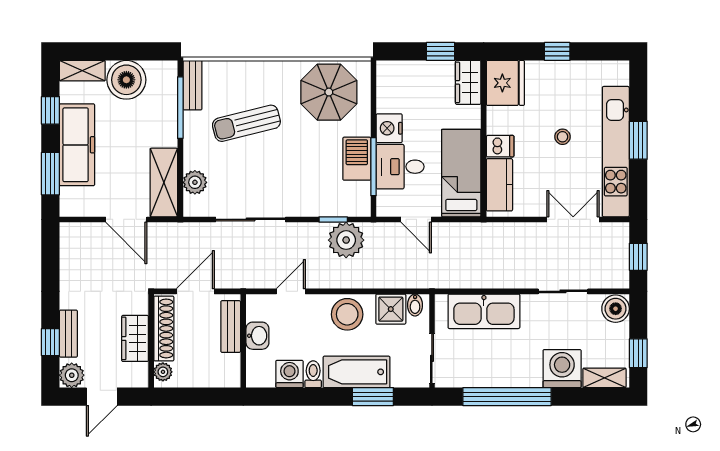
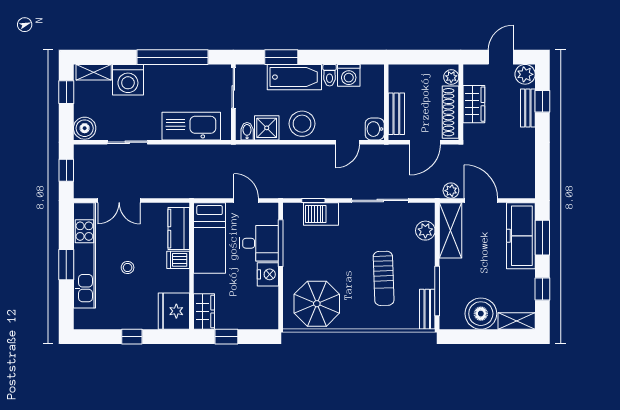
sun lounger: (246, 123) -> (384, 278), turned 102
freezer: (77, 145) -> (521, 236), moved
barbecue: (357, 159) -> (321, 214), moved, turned 90
plant: (346, 240) -> (451, 191), moved, width x0.53, depth x0.53
washbasin: (257, 336) -> (375, 129), moved

